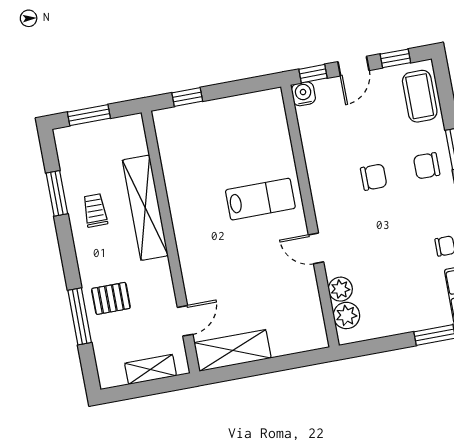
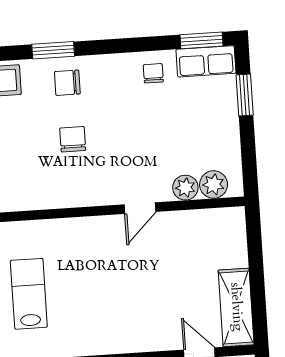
chair: (427, 166) -> (67, 83), turned 90
lab bench: (260, 199) -> (29, 294), moved

